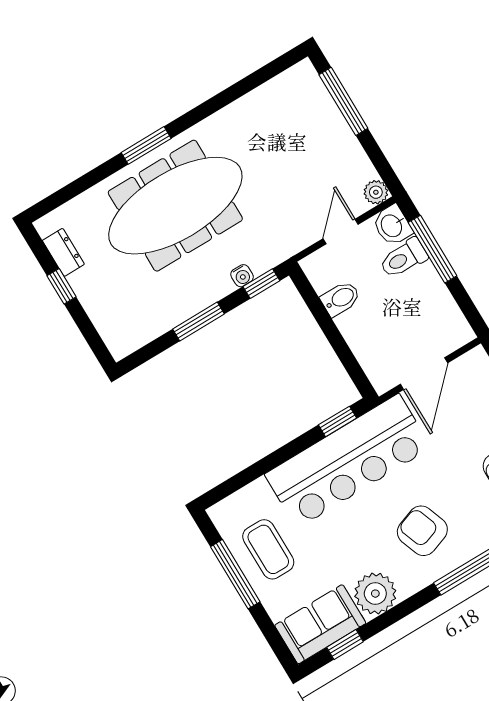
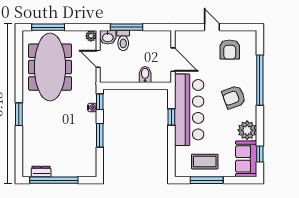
meeting table: (175, 206) -> (50, 67), moved
window: (62, 286) -> (54, 180), width x3.17
bidet: (341, 299) -> (145, 75), moved
window: (337, 421) -> (171, 117), moved

